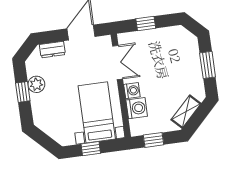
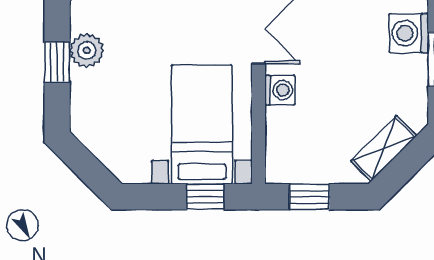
washing machine: (137, 108) -> (409, 33), moved, turned 180
window: (91, 149) -> (205, 197), moved

